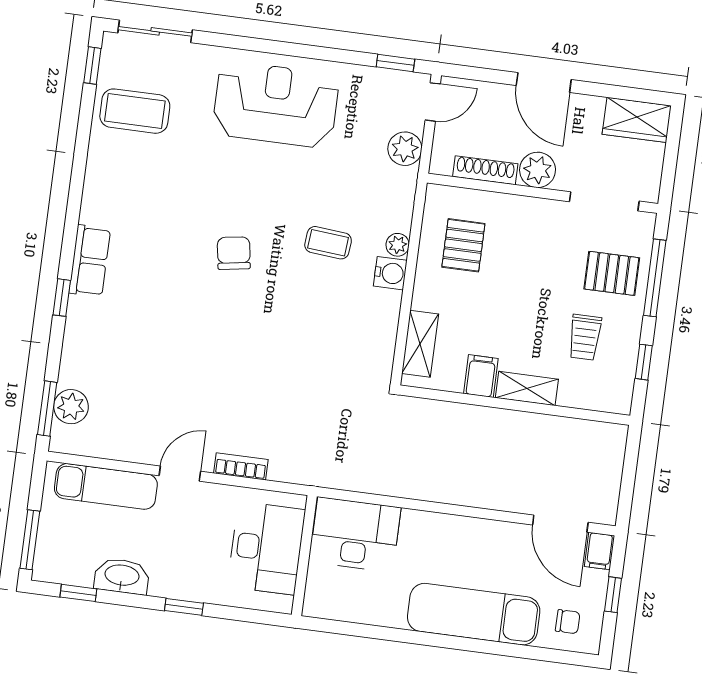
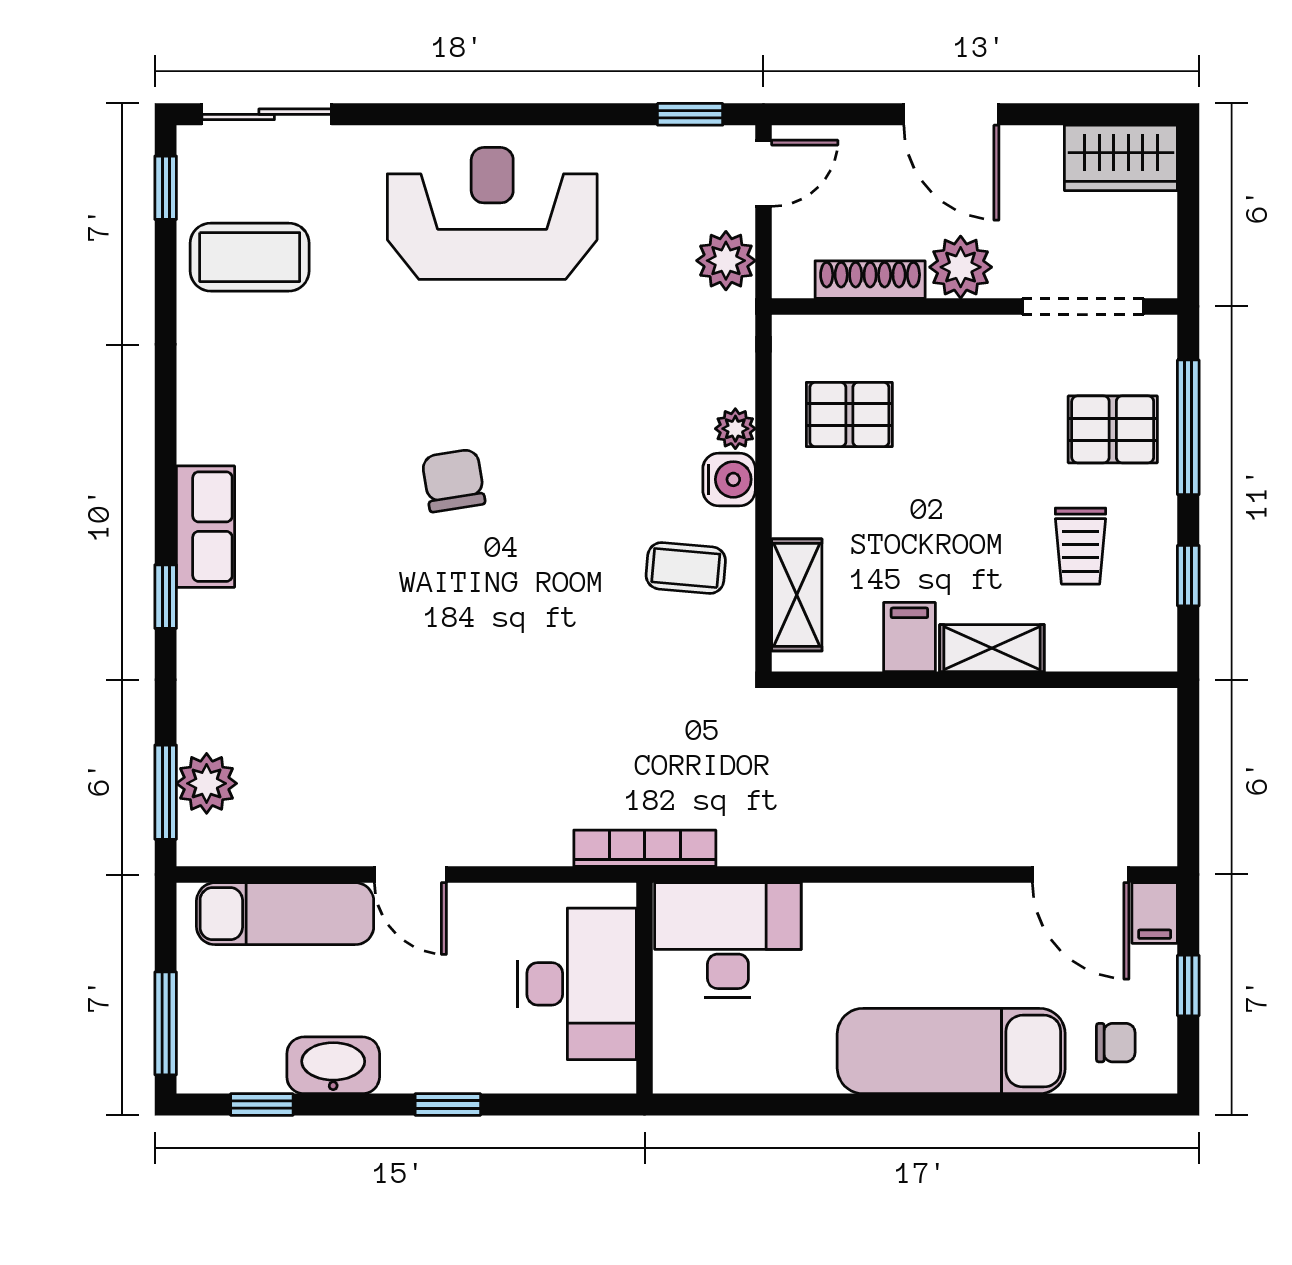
coffee table: (328, 243) -> (686, 568), moved
pallet: (463, 245) -> (849, 415), turned 90
bookcase: (241, 466) -> (645, 848), moved, width x1.56
door: (180, 474) -> (410, 875), swing flipped

